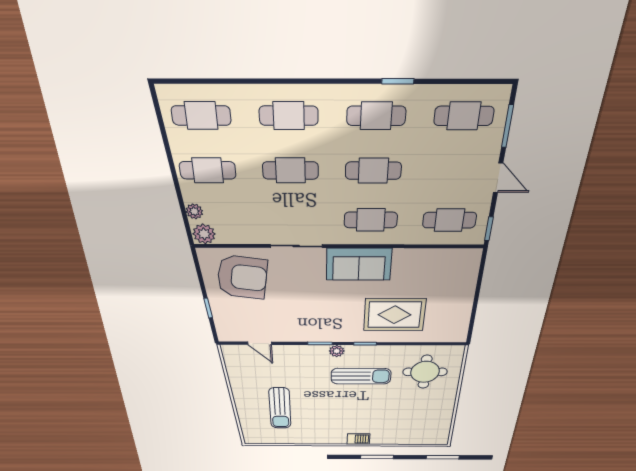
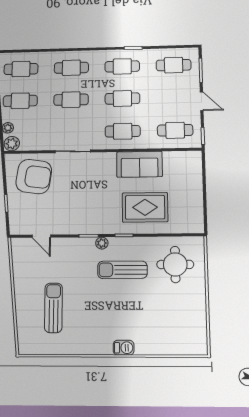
sofa: (359, 264) -> (139, 164), moved
sun lounger: (361, 376) -> (122, 270), turned 180
sun lounger: (280, 408) -> (53, 308), turned 180

